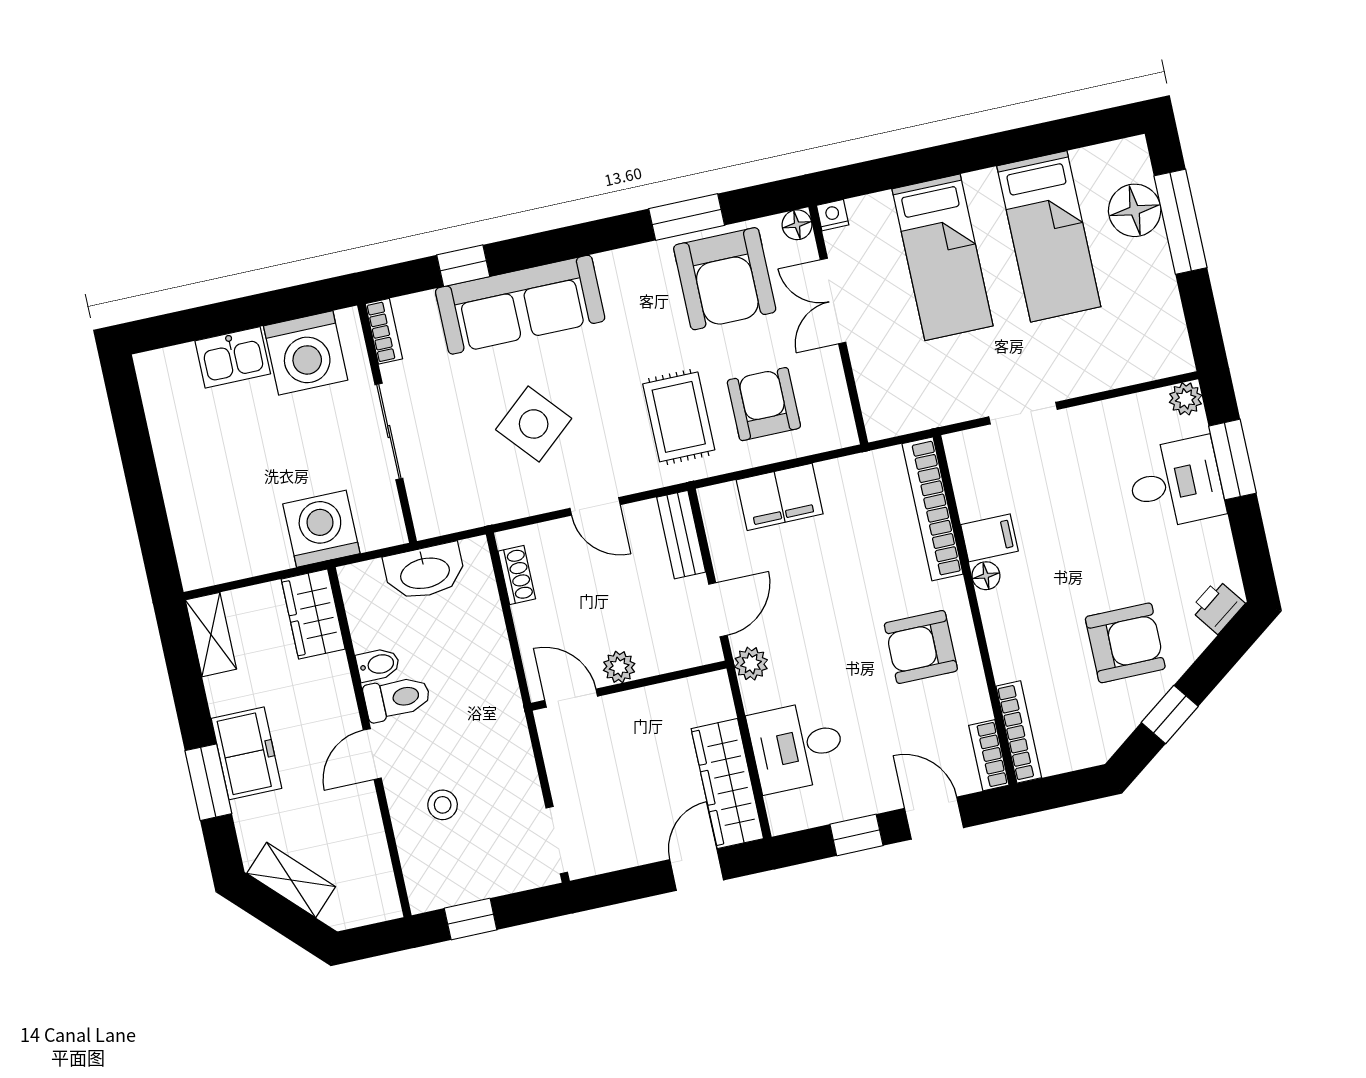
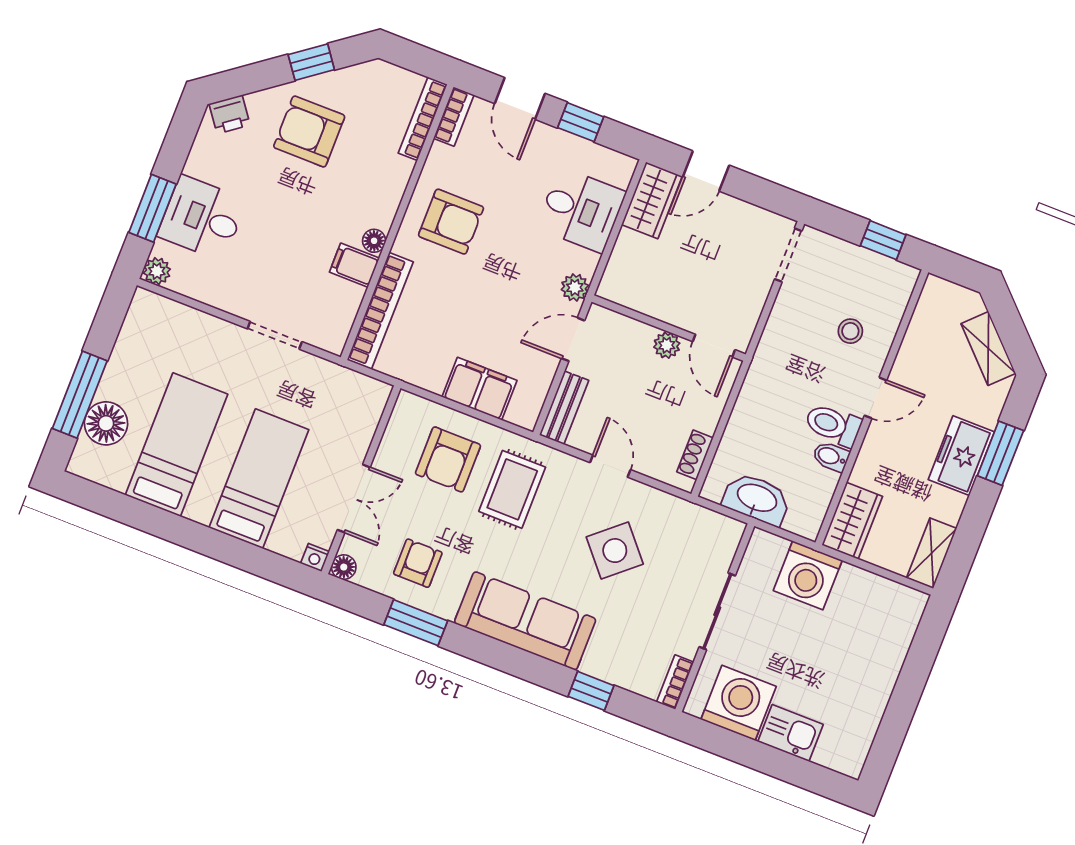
armchair: (725, 279) -> (418, 563), width x0.53, depth x0.53
sofa: (520, 305) -> (525, 621), moved
wardrobe: (727, 784) -> (652, 200), width x0.67

